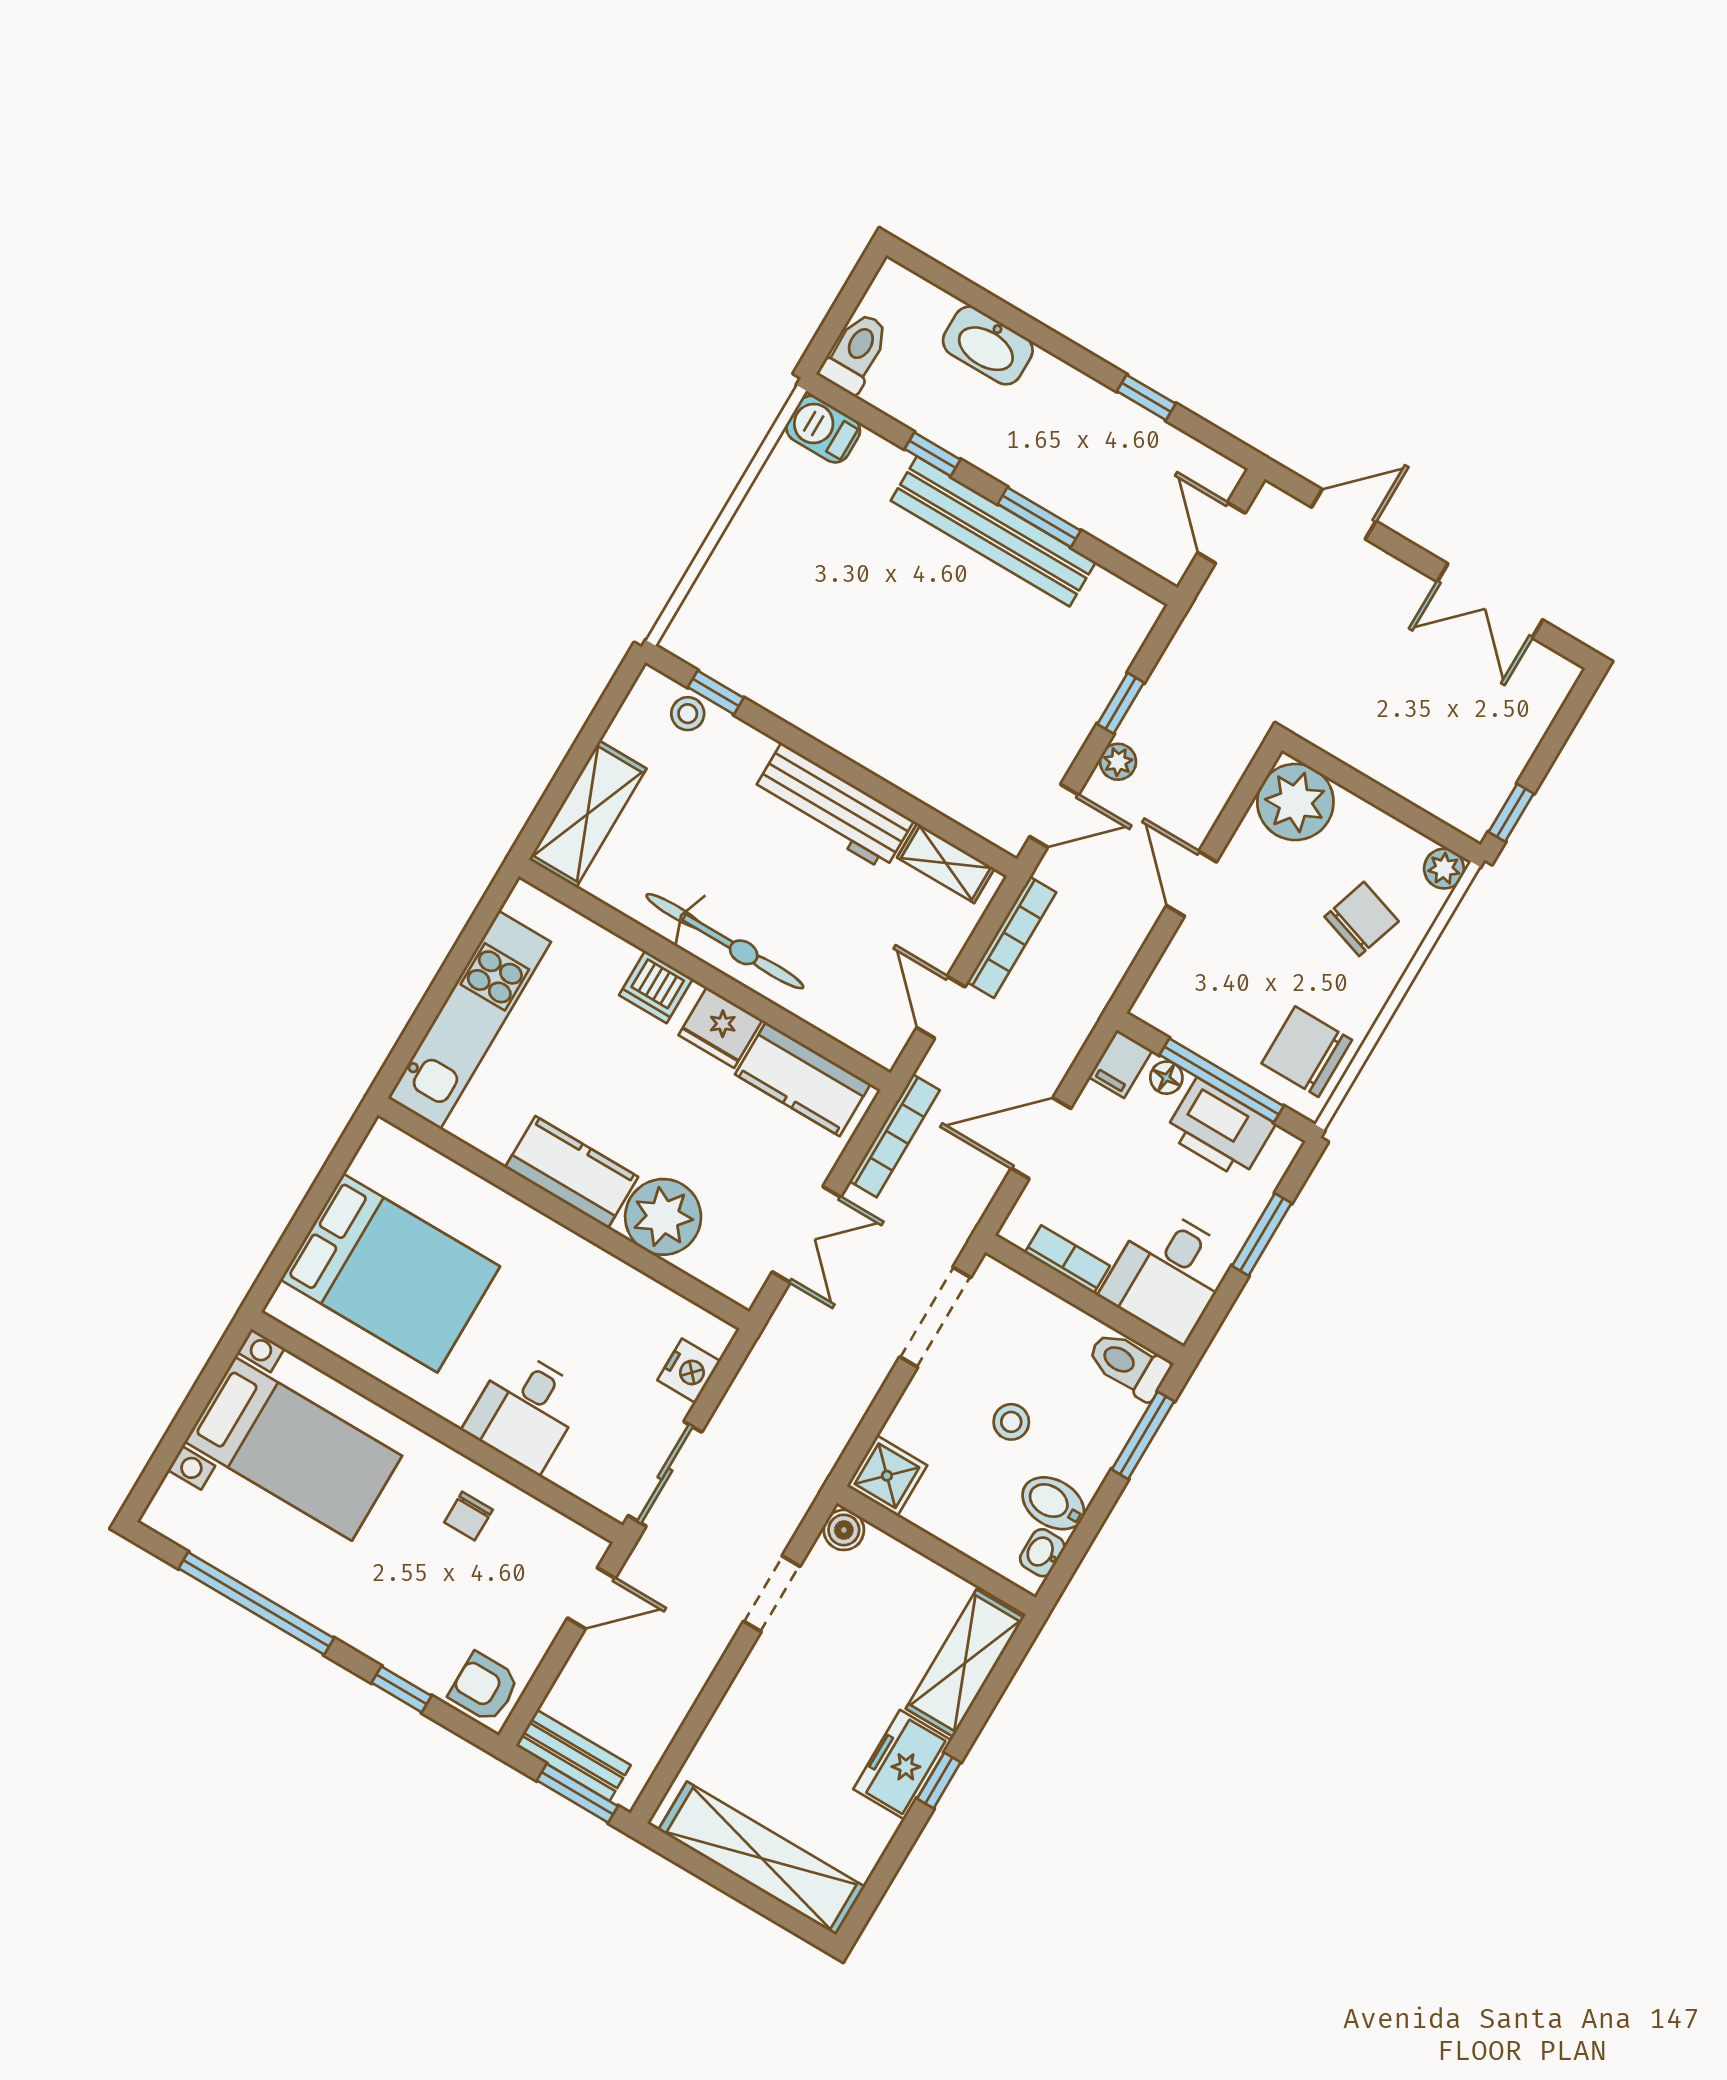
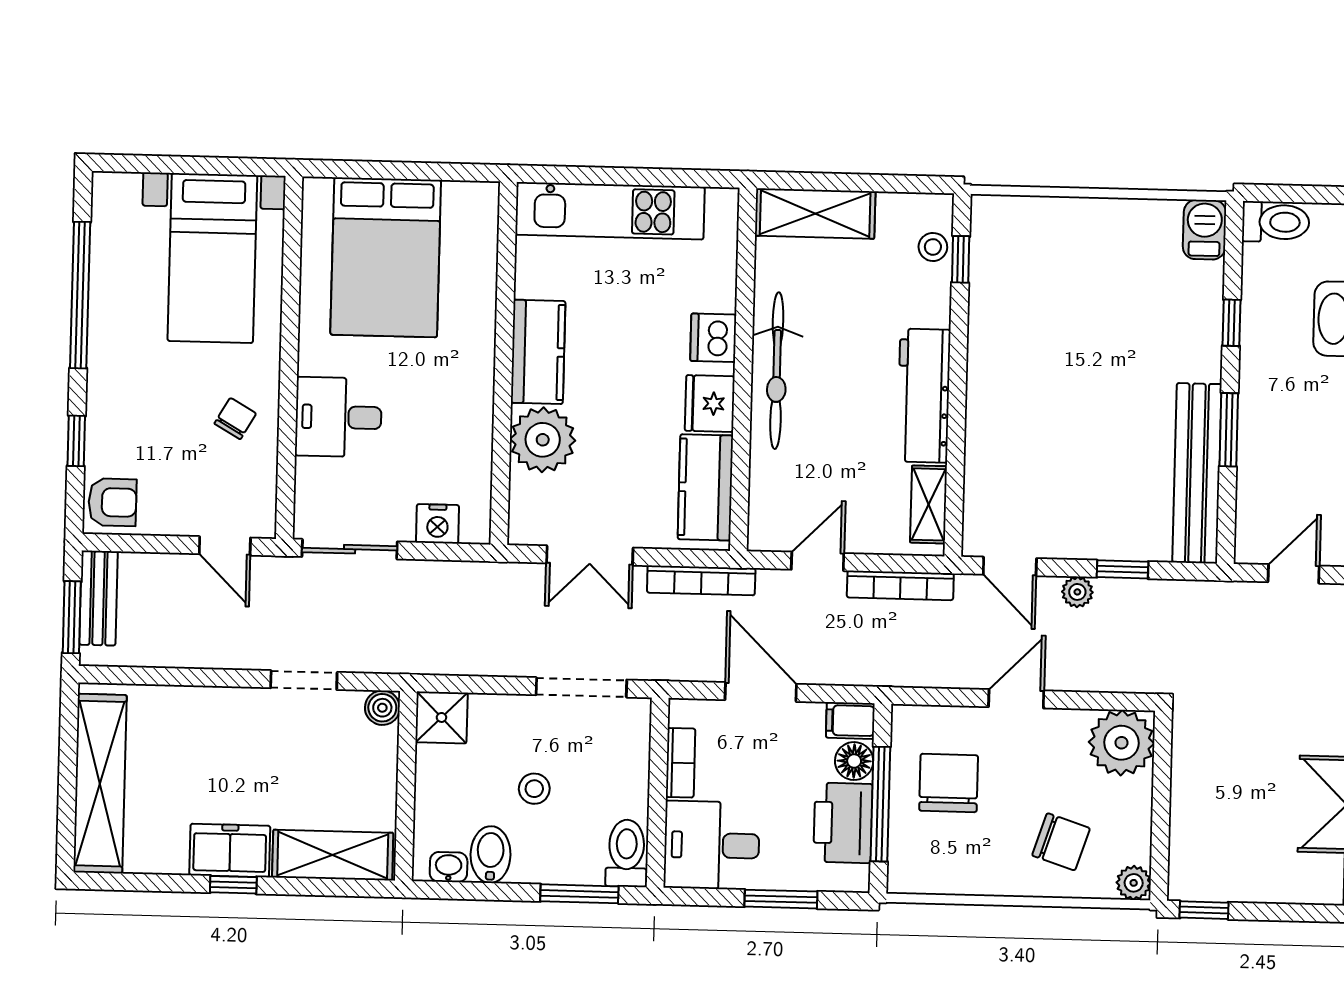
bench: (993, 531) -> (1197, 473), moved
chair: (1307, 1052) -> (949, 783), moved
floor lamp: (1166, 1078) -> (854, 761), width x1.37, depth x1.37
chair: (468, 1516) -> (235, 419), turned 120
armchair: (484, 1687) -> (112, 502), turned 90

